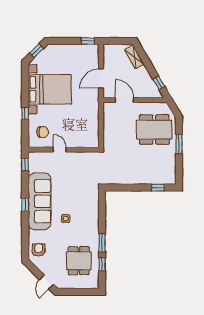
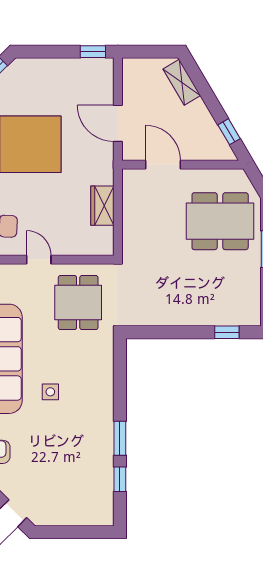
door: (101, 79) -> (118, 123), hinge flipped
wardrobe: (93, 121) -> (102, 206), added
dining table: (79, 261) -> (78, 303), moved

